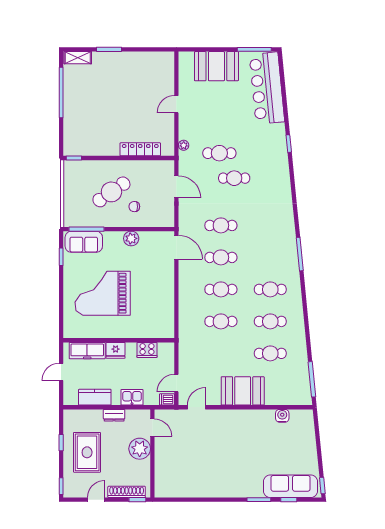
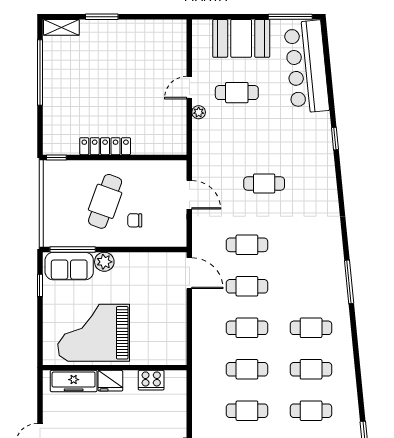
plant: (184, 145) -> (199, 112), moved
locker: (140, 149) -> (105, 146), moved
cafe table: (219, 153) -> (237, 93), moved
cafe table: (111, 192) -> (105, 201), turned -35
plant: (131, 238) -> (104, 262), moved
wall: (119, 340) -> (115, 368), moved
fridge: (116, 350) -> (110, 381), moved
cooker: (147, 350) -> (151, 380), moved
freezer: (87, 351) -> (74, 381), moved
cafe table: (221, 353) -> (247, 411), added

